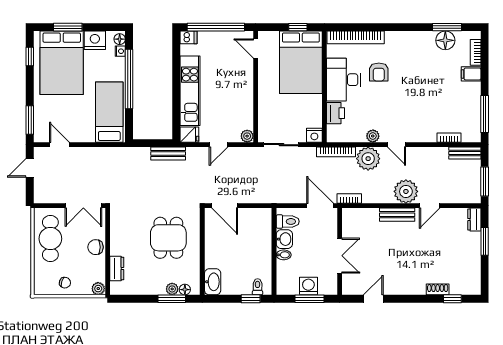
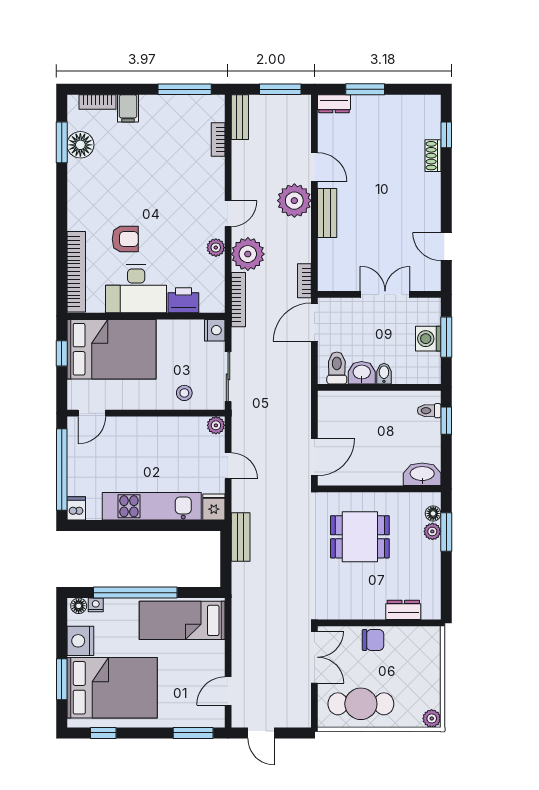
stool: (270, 114) -> (184, 393), added
chair: (95, 247) -> (373, 640), turned -90
chair: (65, 283) -> (423, 683), removed
plant: (98, 289) -> (432, 718), moved

